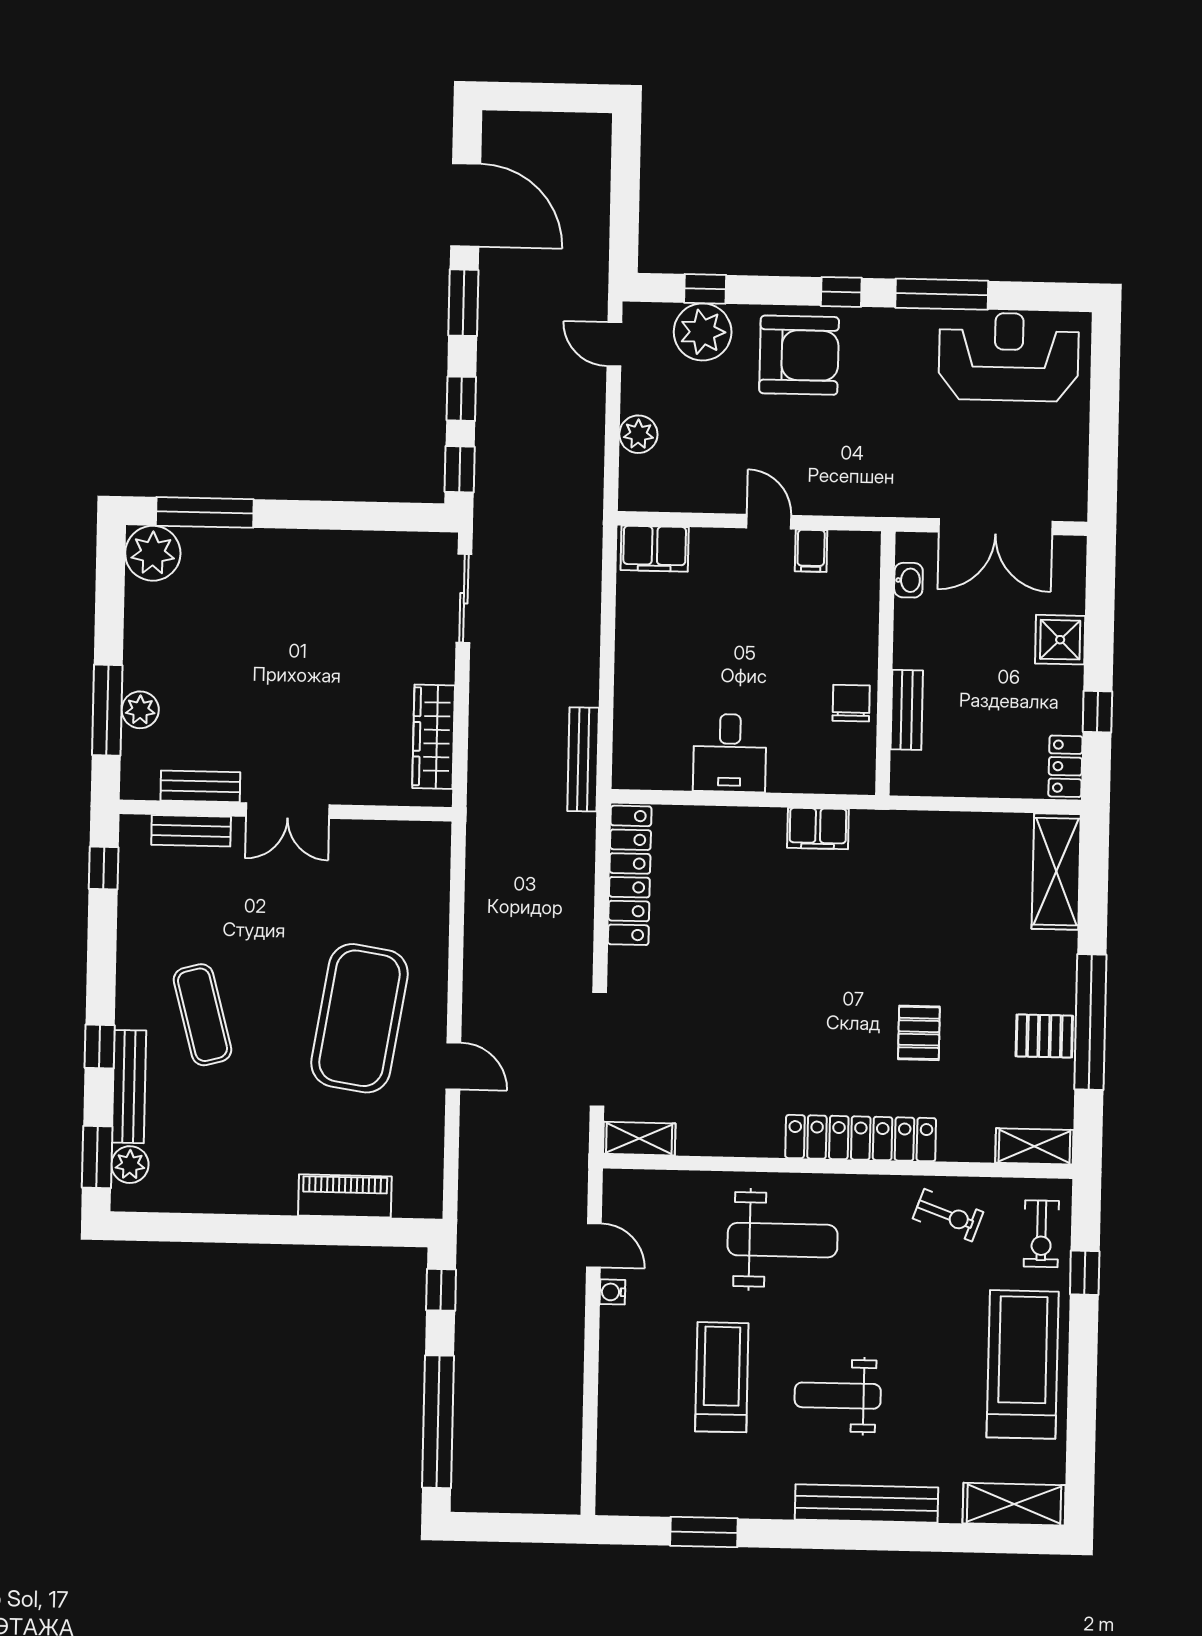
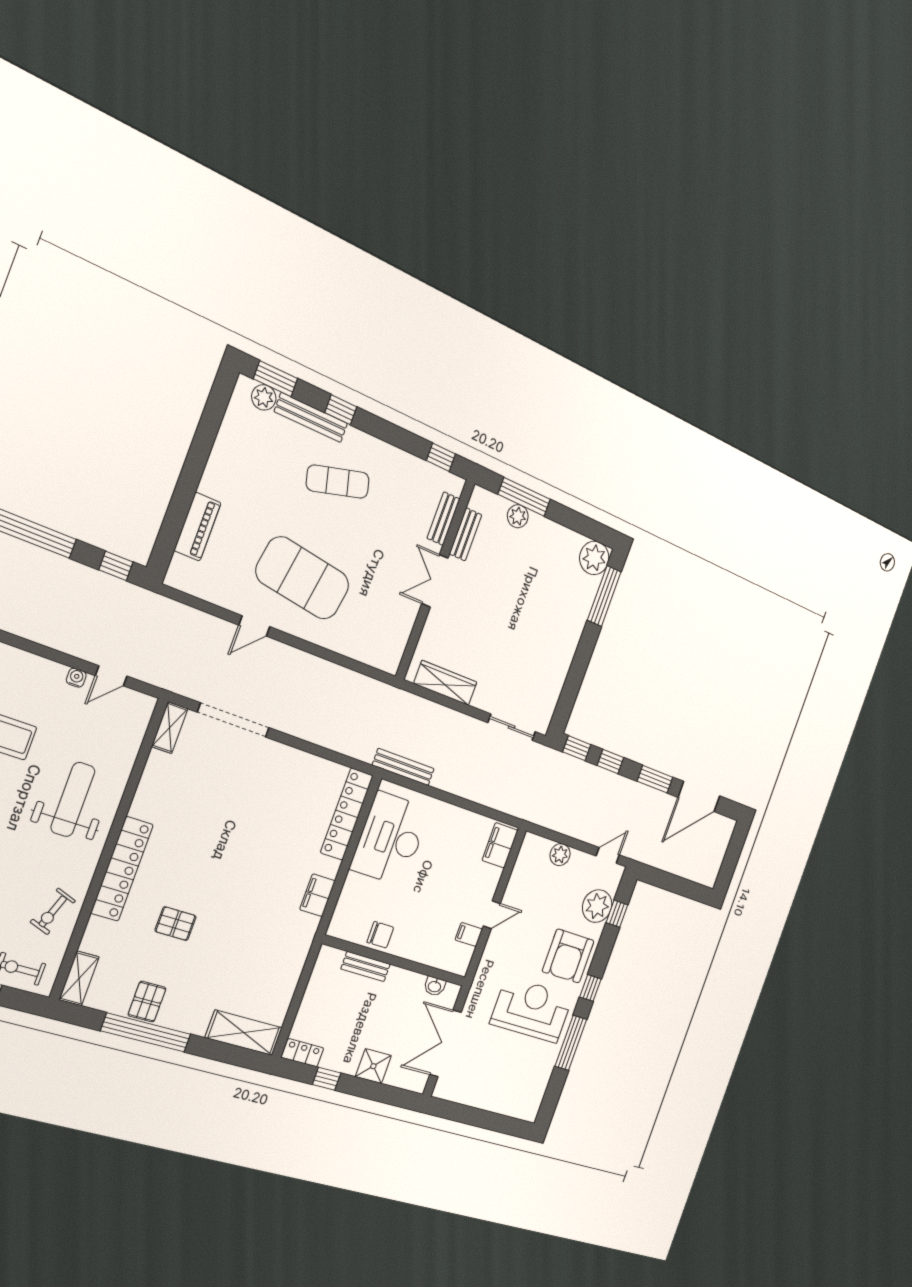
reception desk: (1009, 357) -> (532, 1010), moved, turned -90
desk: (730, 753) -> (390, 839), width x1.87, depth x1.30
locker: (630, 875) -> (347, 814), moved, turned 90
weight bench: (783, 1240) -> (73, 799), turned 180

